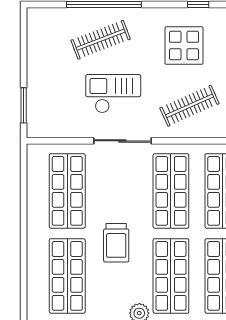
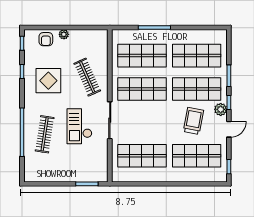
clothes rail: (101, 40) -> (45, 134), turned 30
trolley: (116, 243) -> (193, 121), moved, turned -79

